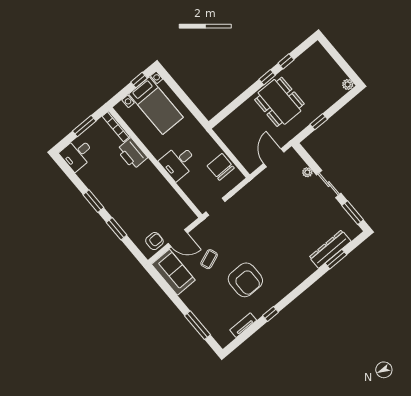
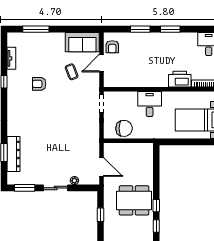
armchair: (245, 280) -> (39, 84), width x0.53, depth x0.53

